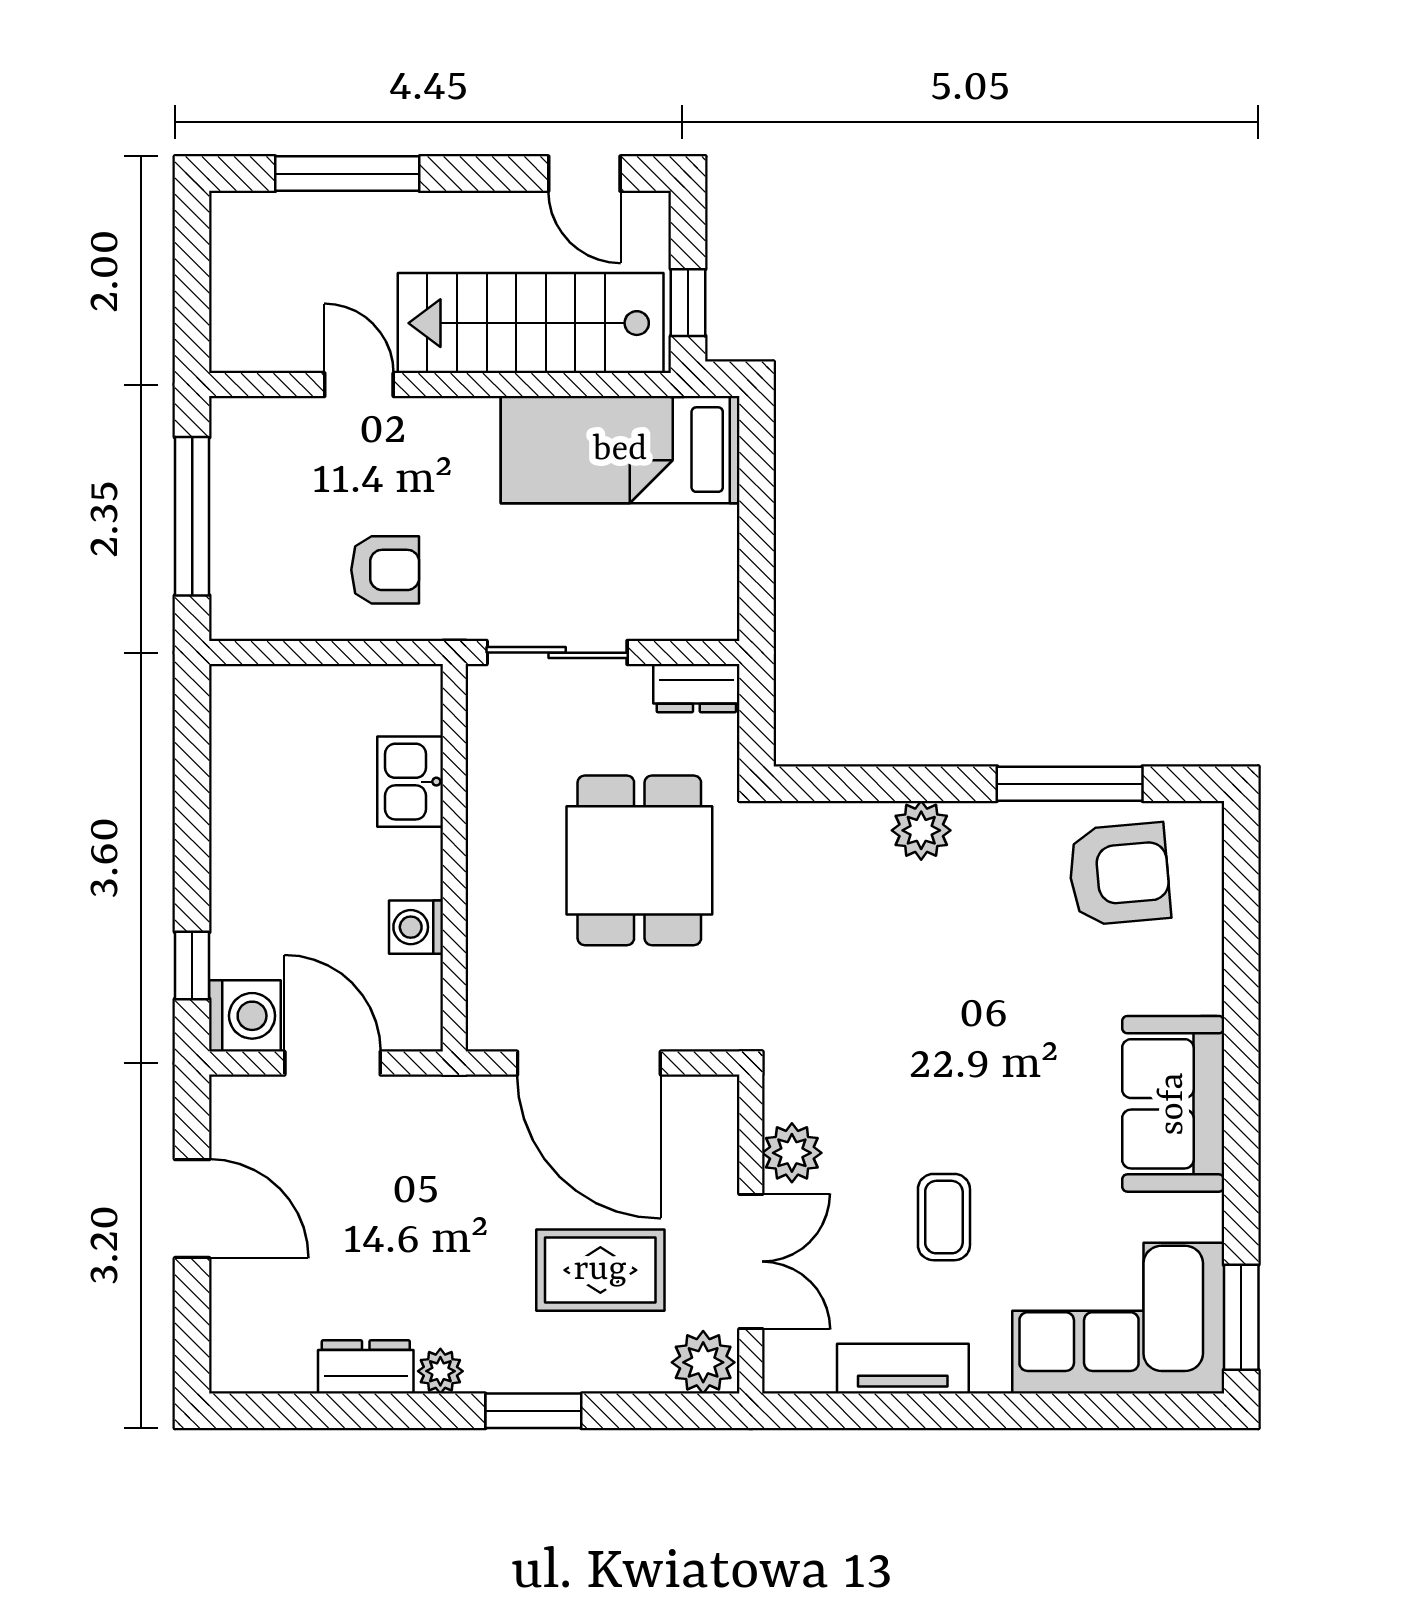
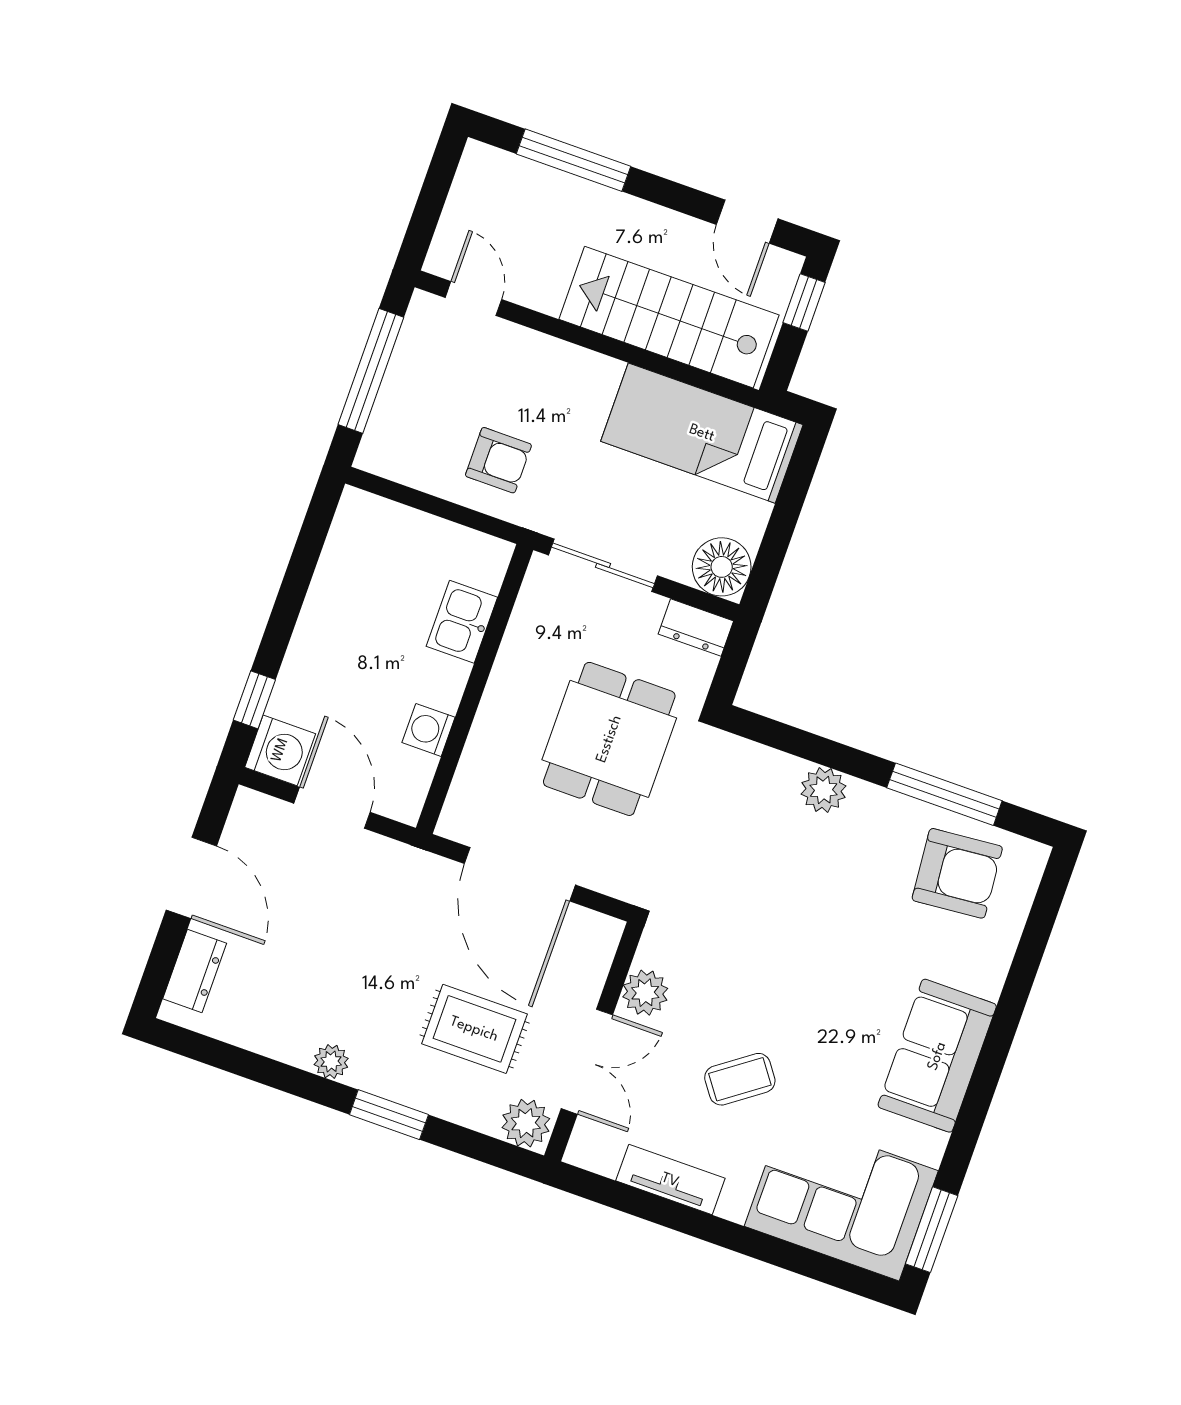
window: (688, 303) -> (804, 302), moved
door: (359, 385) -> (473, 299), moved
floor lamp: (702, 603) -> (722, 567), added
coffee table: (944, 1217) -> (740, 1079), turned 54
dresser: (366, 1367) -> (195, 971), moved, turned 90

